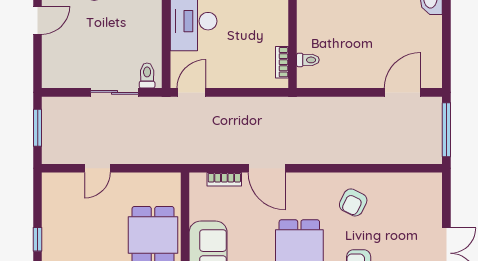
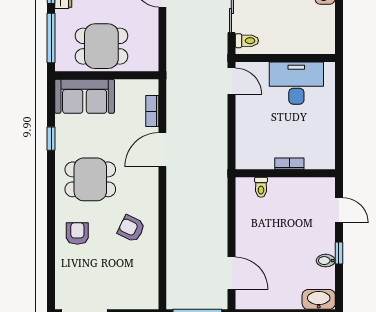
bookcase: (282, 62) -> (289, 164), moved

